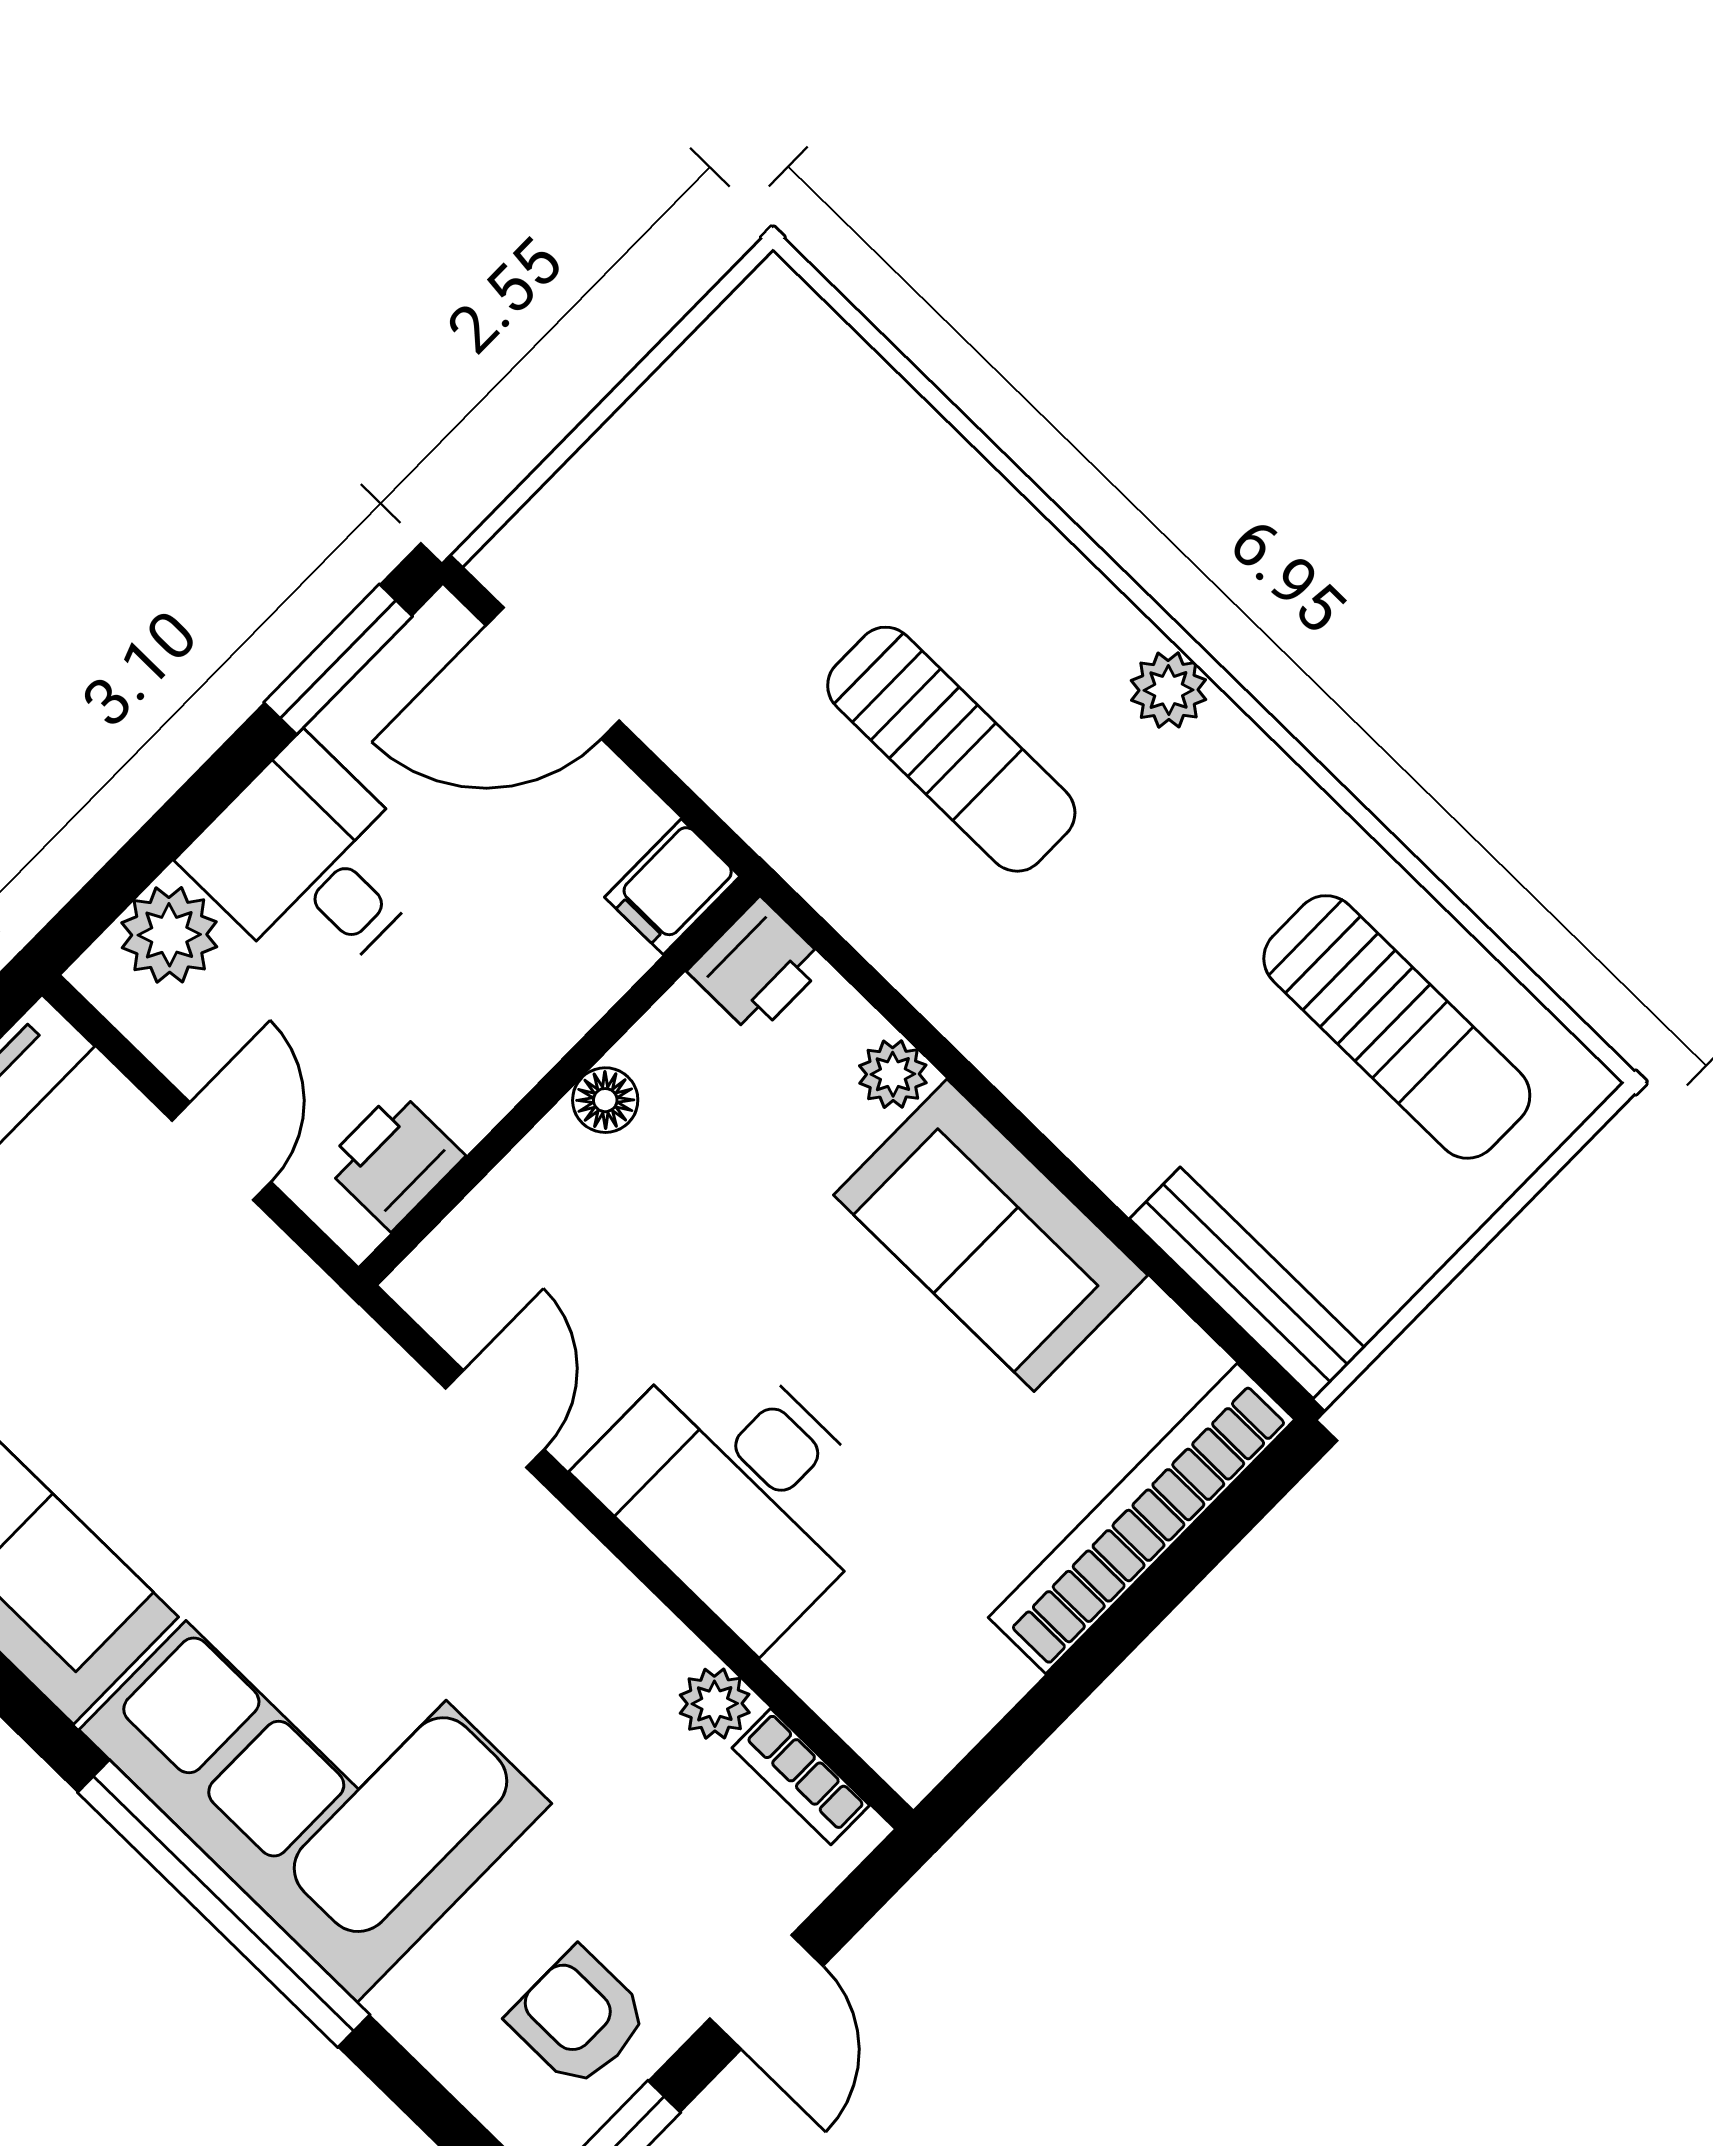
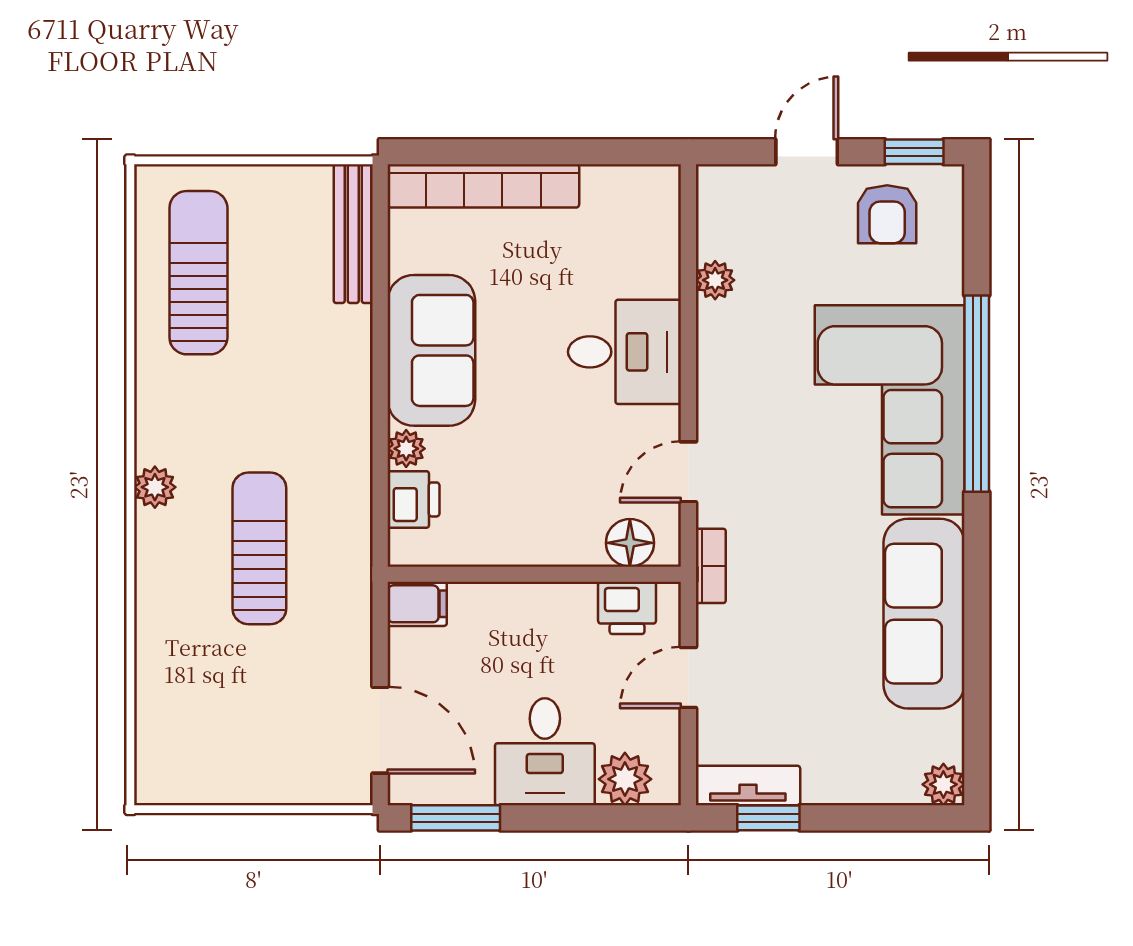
printer: (757, 967) -> (413, 499), moved, turned 90
floor lamp: (605, 1100) -> (630, 543), moved, width x1.37, depth x1.37
desk: (737, 1490) -> (625, 352), width x0.73
bookcase: (801, 1777) -> (711, 566), moved

